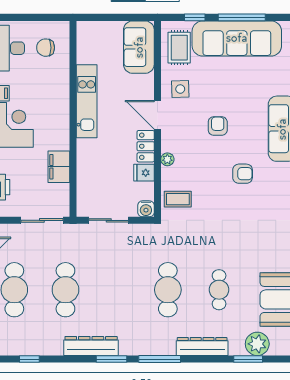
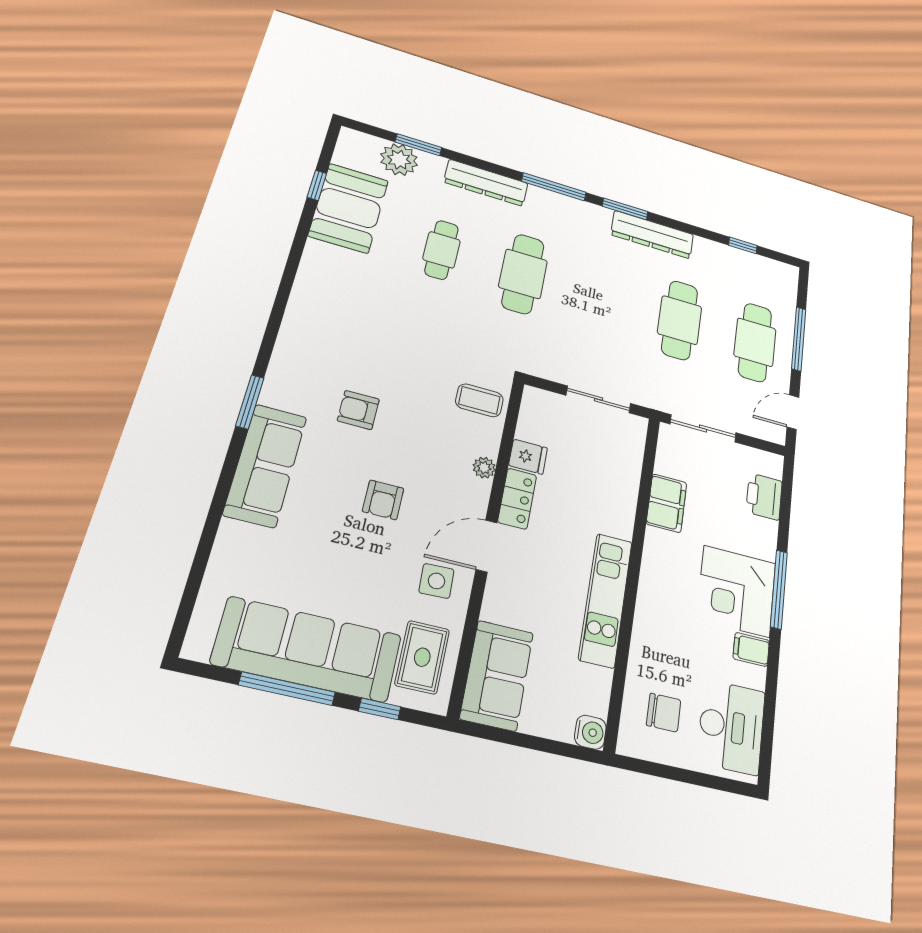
door: (157, 115) -> (487, 546), swing flipped
water cooler: (146, 209) -> (590, 732), moved, turned 90

